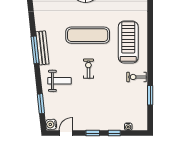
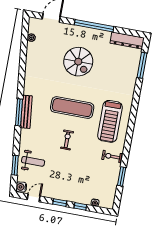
treadmill: (128, 42) -> (110, 121), turned 180
weight bench: (59, 81) -> (33, 161), moved

